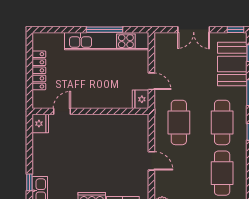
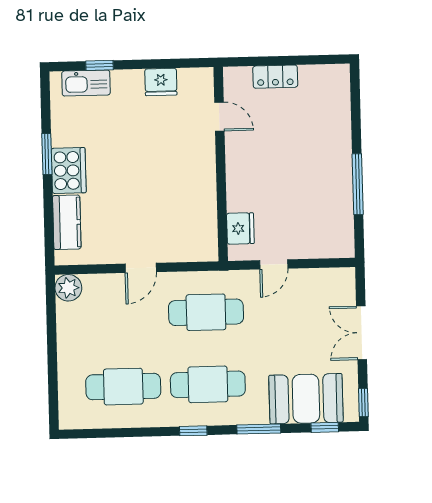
kitchen unit: (107, 41) -> (339, 188), removed
locker: (39, 70) -> (275, 77), width x0.66
fridge: (141, 99) -> (240, 228), moved, turned 90
fridge: (40, 124) -> (161, 82), moved

